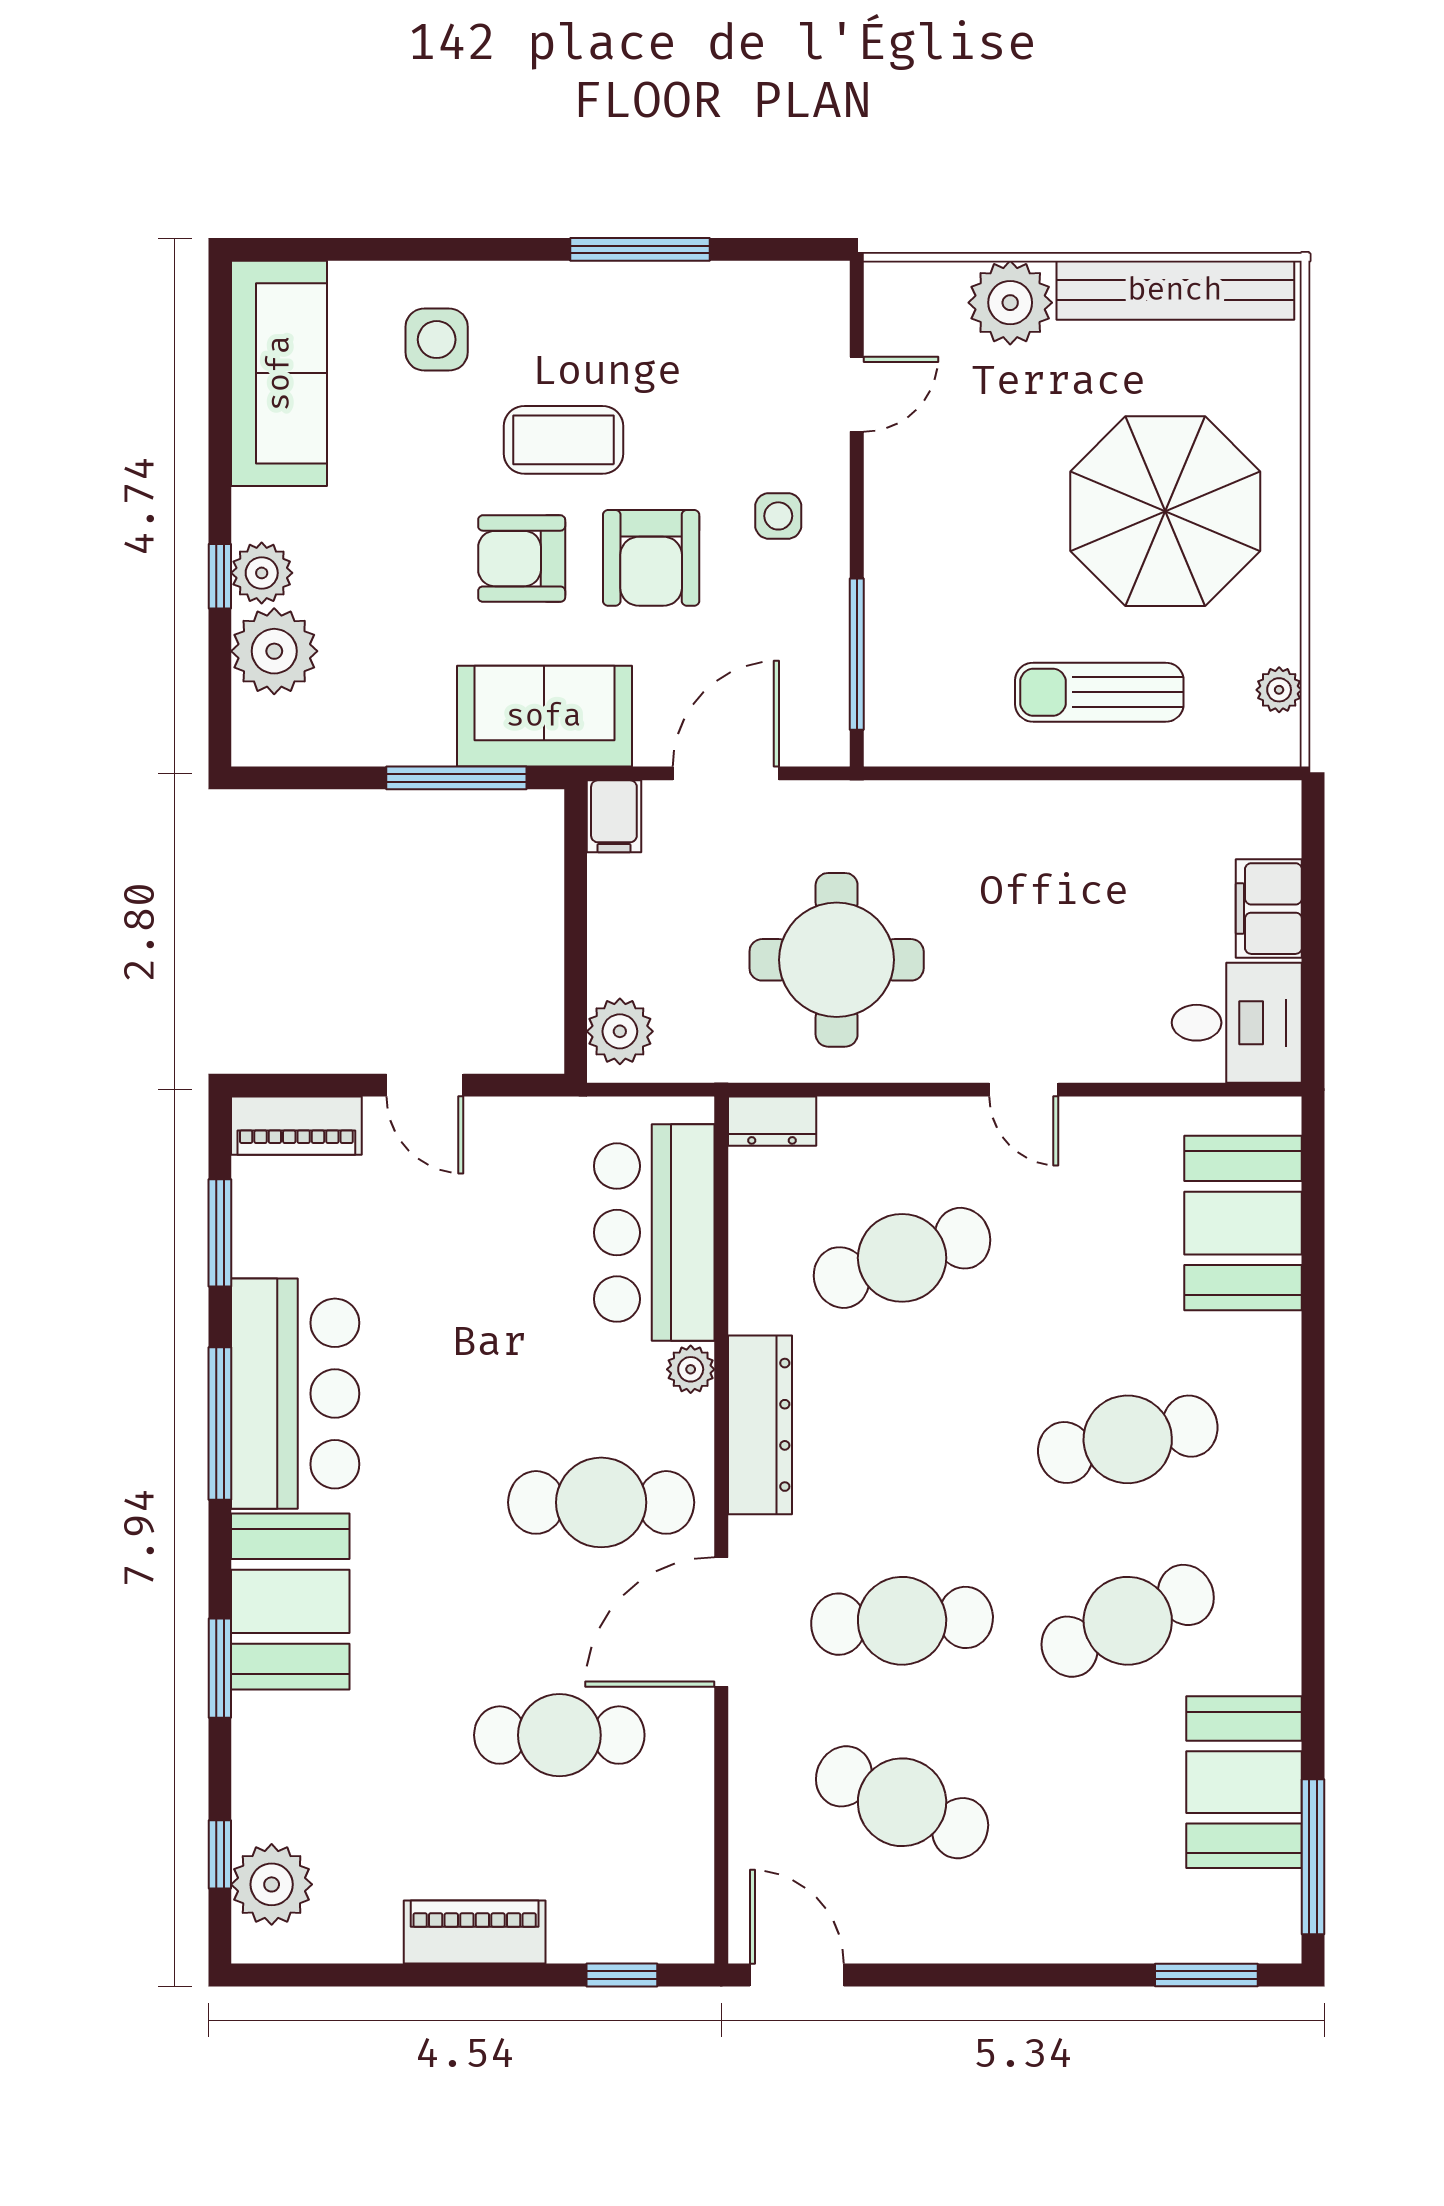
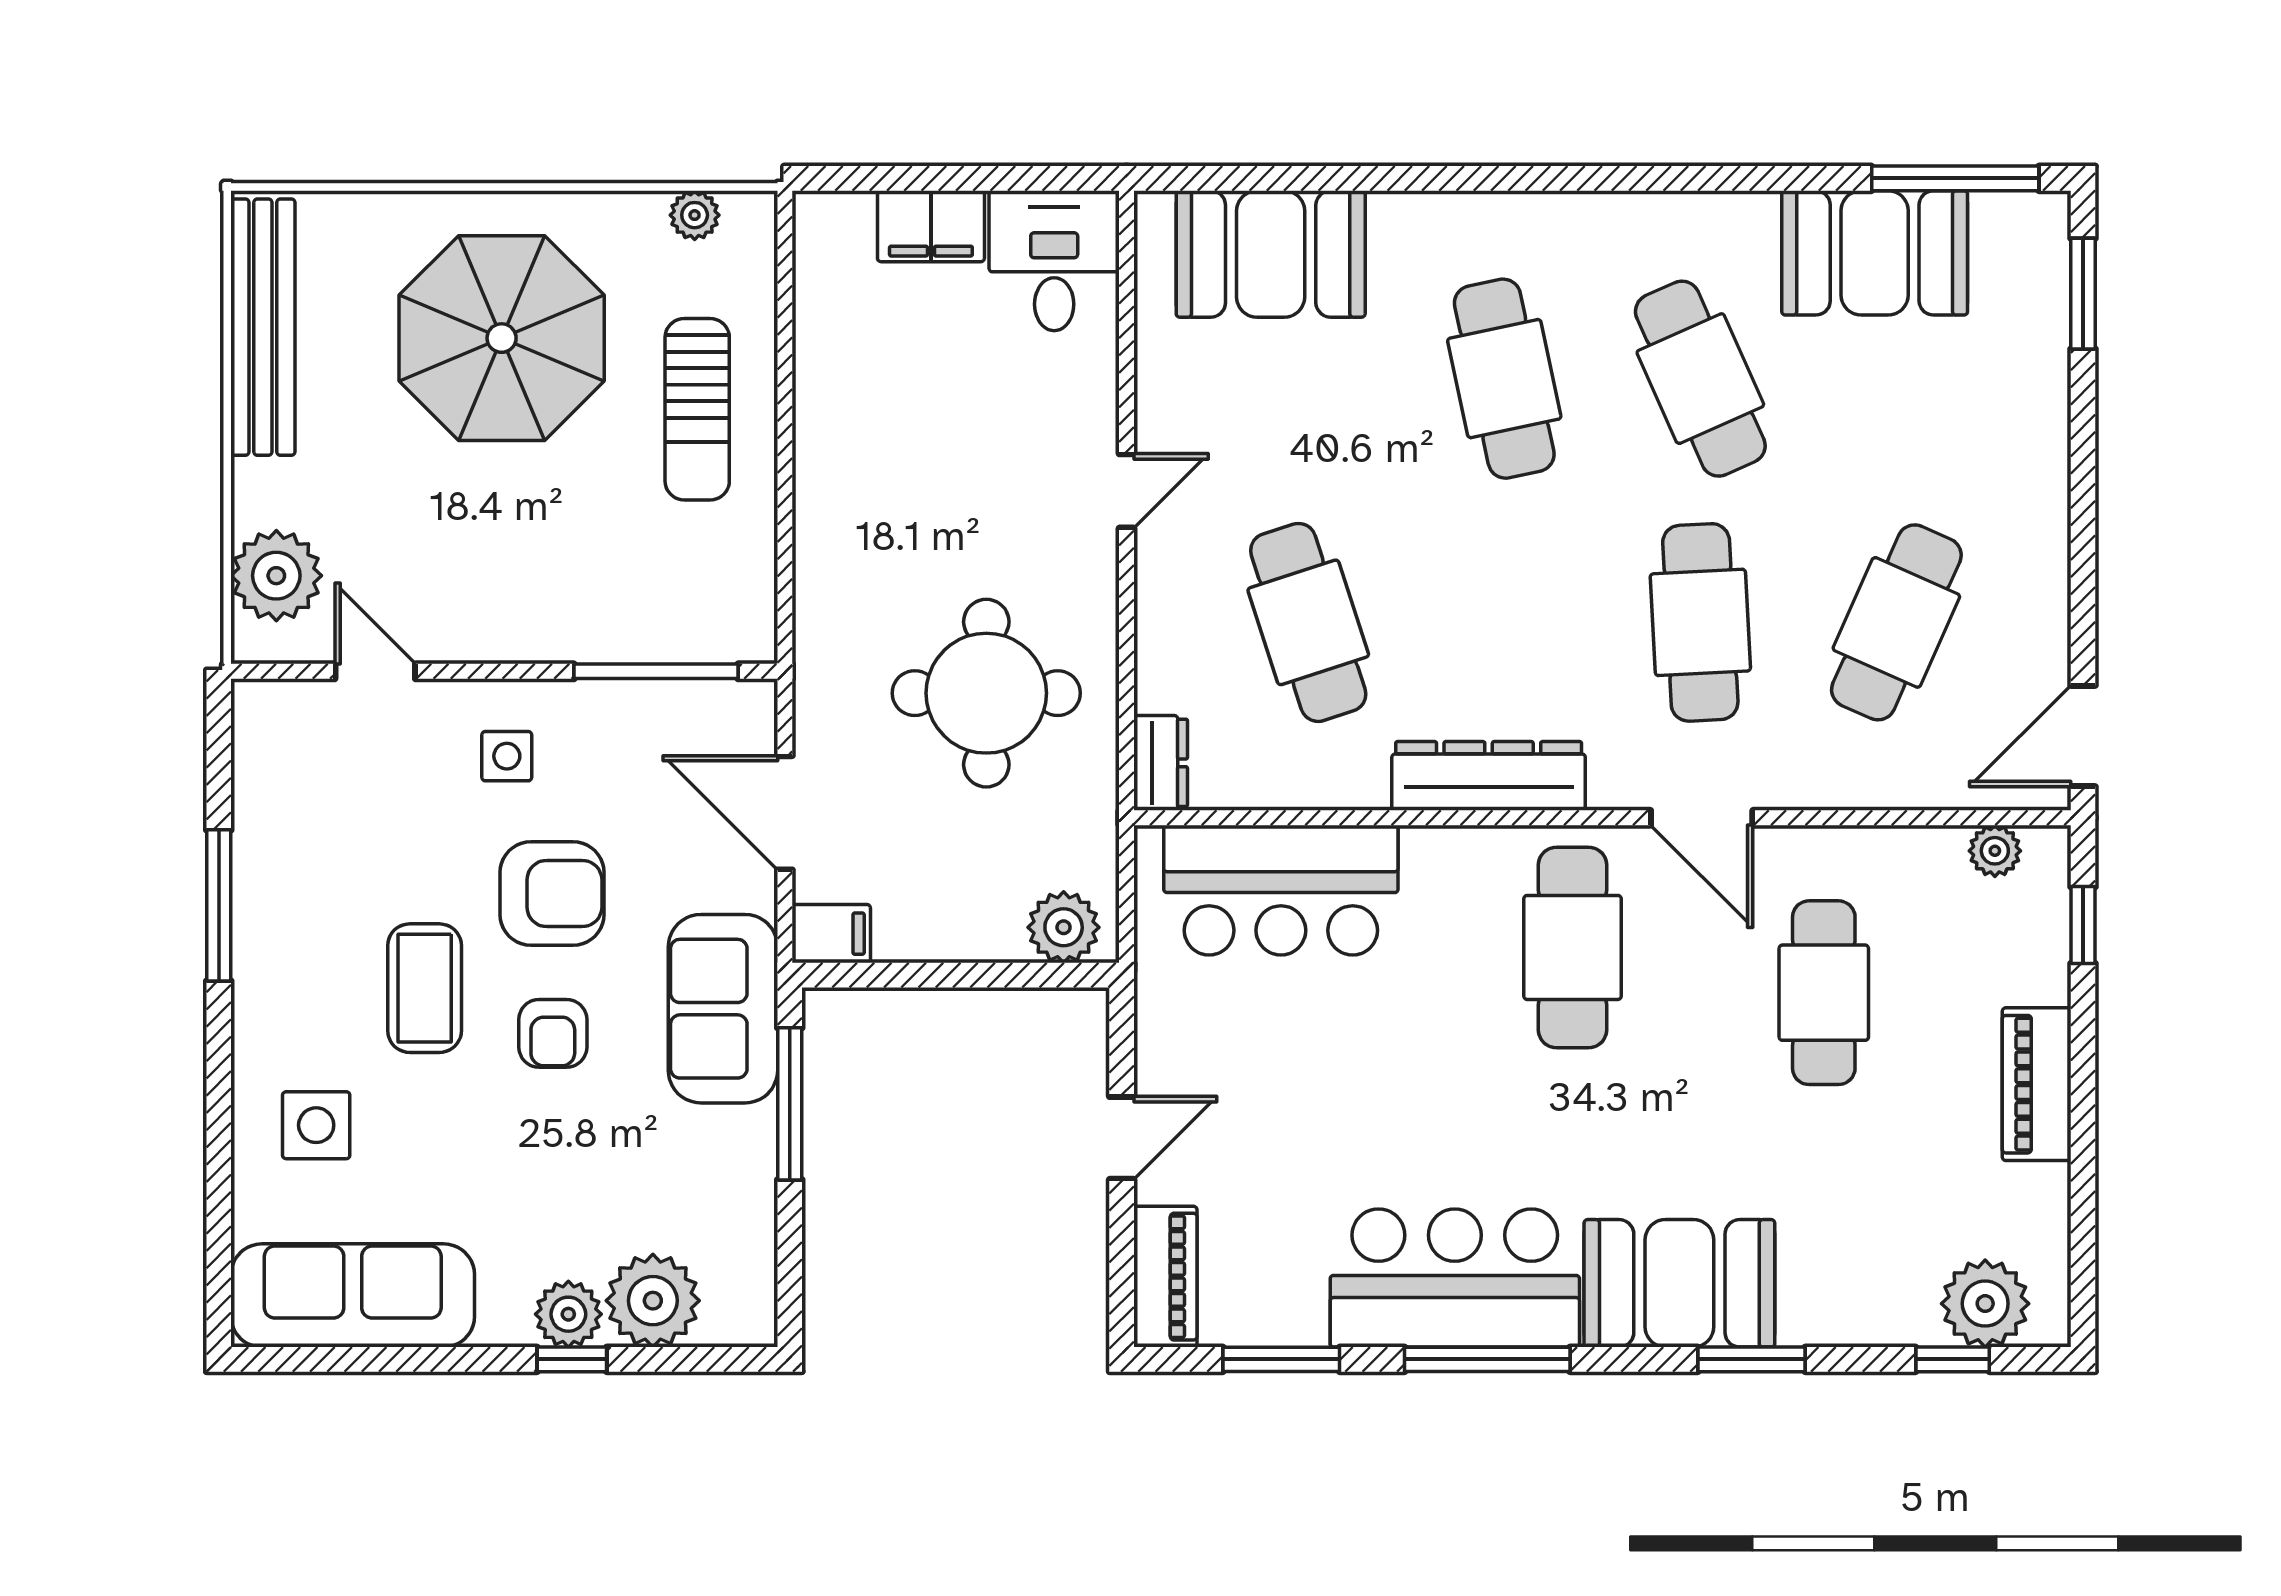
plant: (1010, 303) -> (276, 576), moved
armchair: (522, 559) -> (553, 1033), width x0.72, depth x0.72
plant: (691, 1369) -> (1995, 851), moved
door: (721, 1622) -> (1702, 818), width x0.73

